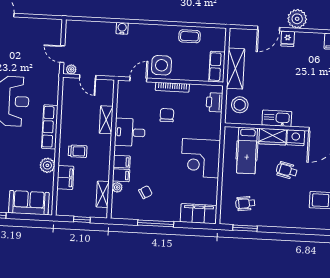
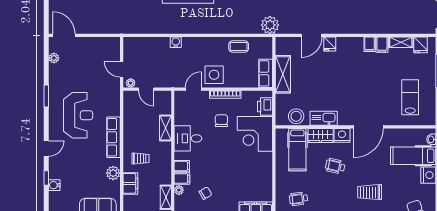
plant: (297, 19) -> (270, 25), moved
stool: (240, 105) -> (296, 116), moved
corner desk: (201, 158) -> (255, 134), moved

